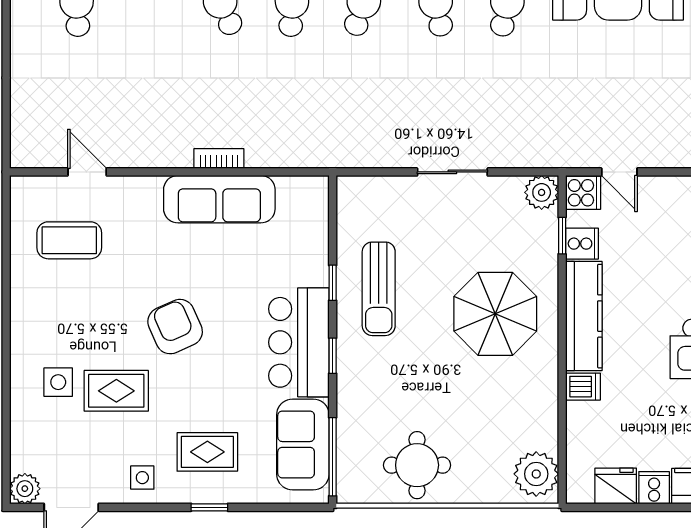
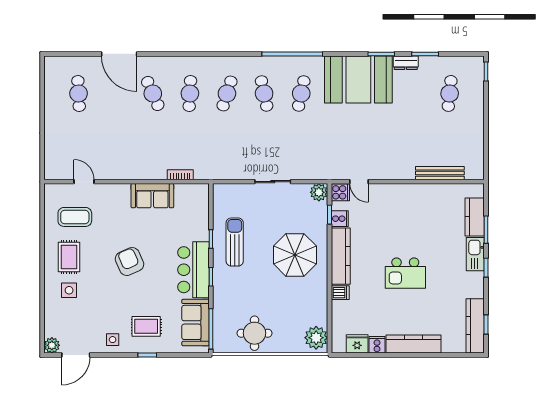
bookcase: (219, 158) -> (180, 175), moved
sofa: (219, 199) -> (152, 196), width x0.73
sun lounger: (379, 289) -> (235, 242), turned 180
rug: (116, 391) -> (69, 257), moved, turned 90

